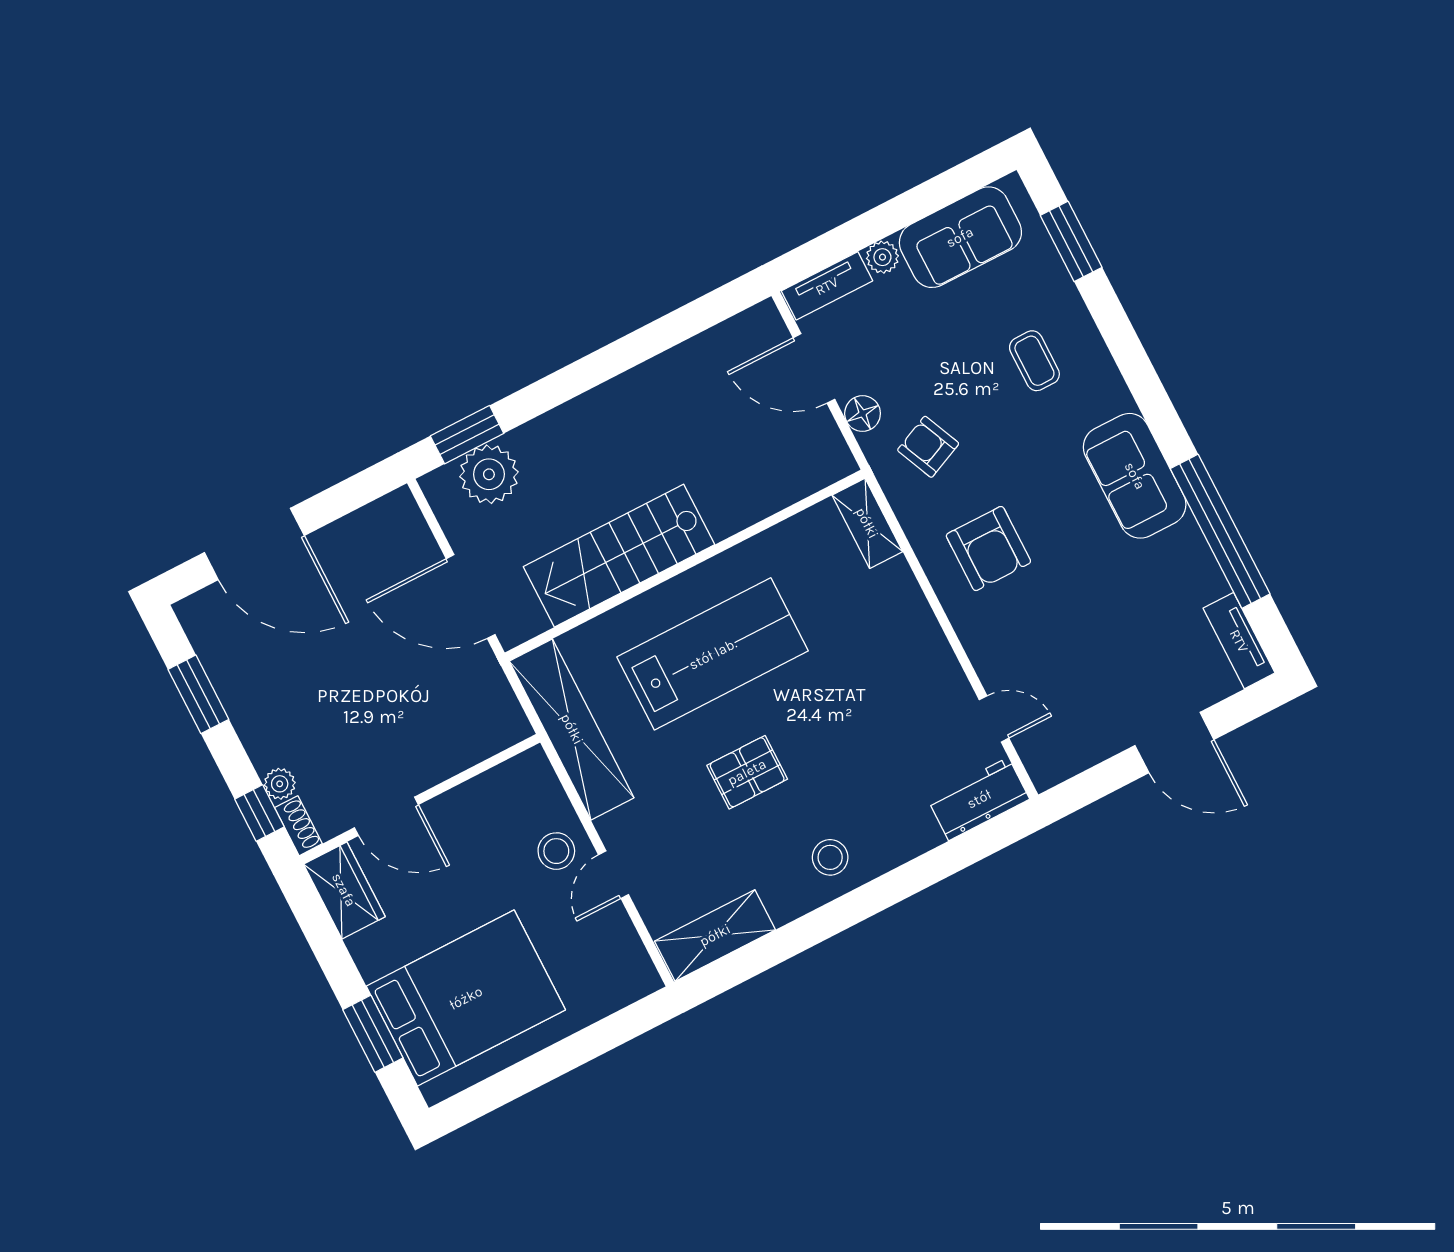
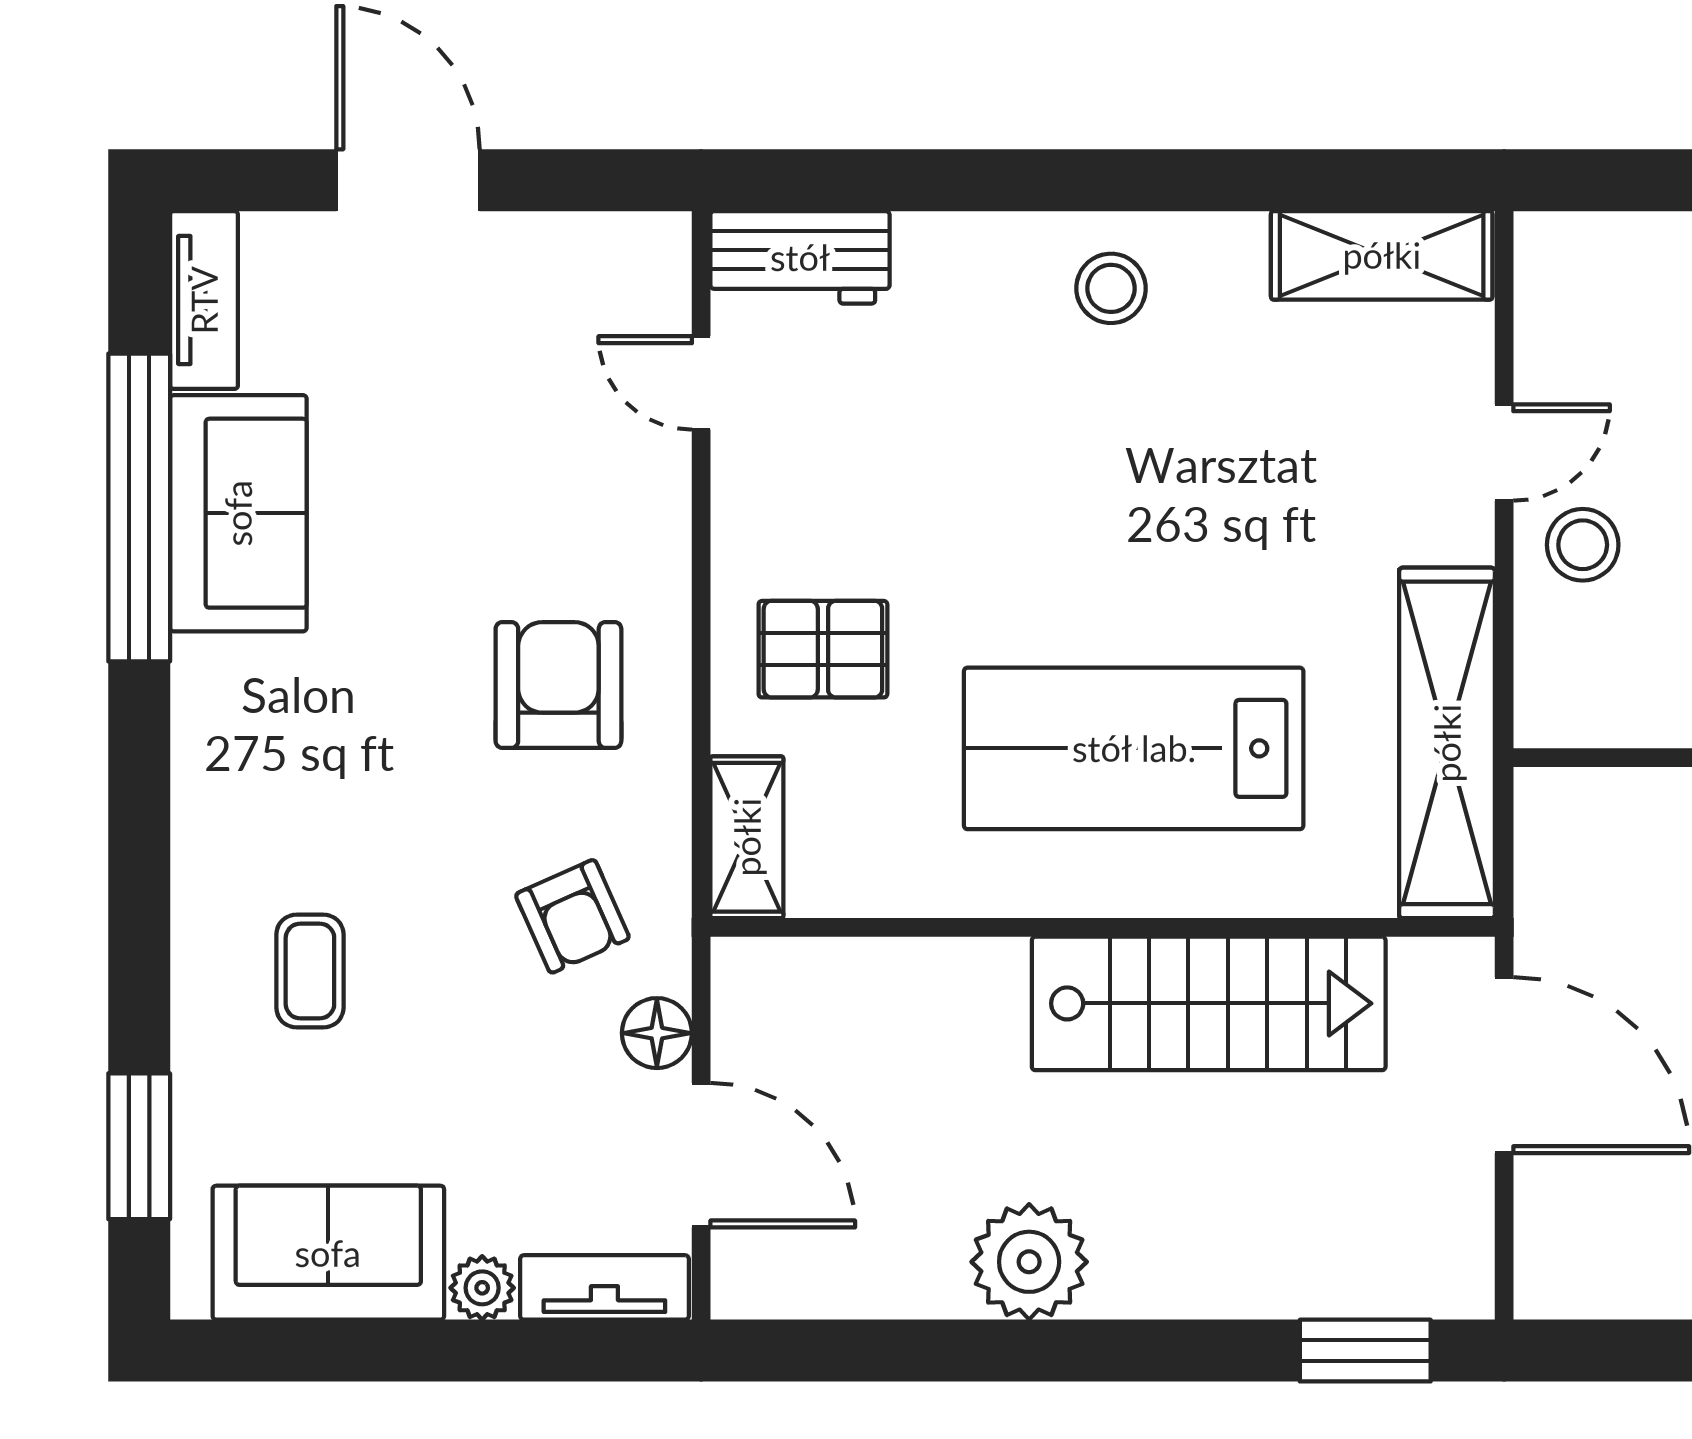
plant: (489, 474) -> (1029, 1262), moved
sofa: (1135, 476) -> (238, 513), moved
pallet: (747, 772) -> (823, 649), moved

